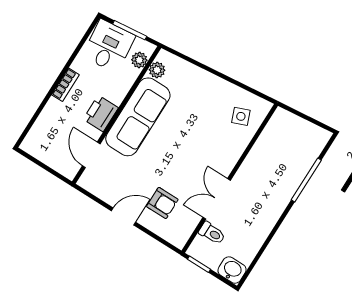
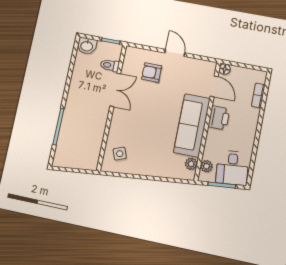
bookcase: (65, 85) -> (258, 95), moved
floor lamp: (70, 171) -> (225, 69), added
door: (124, 217) -> (175, 53), swing flipped

